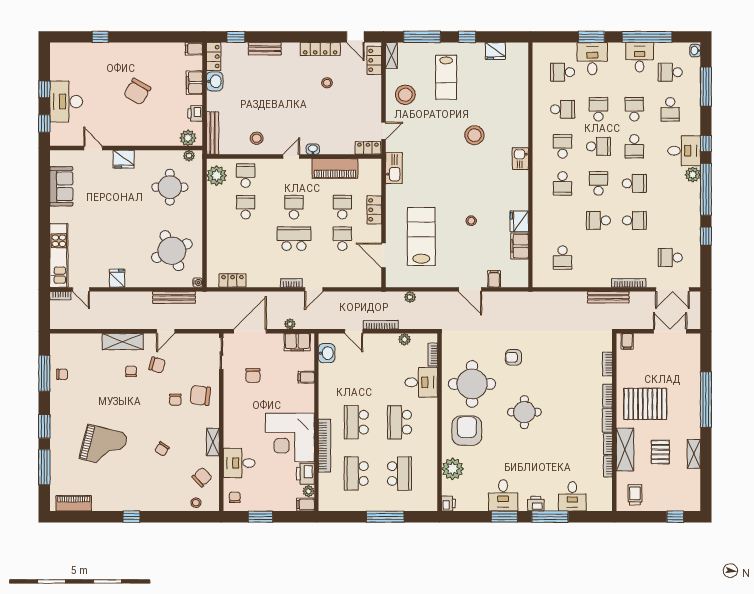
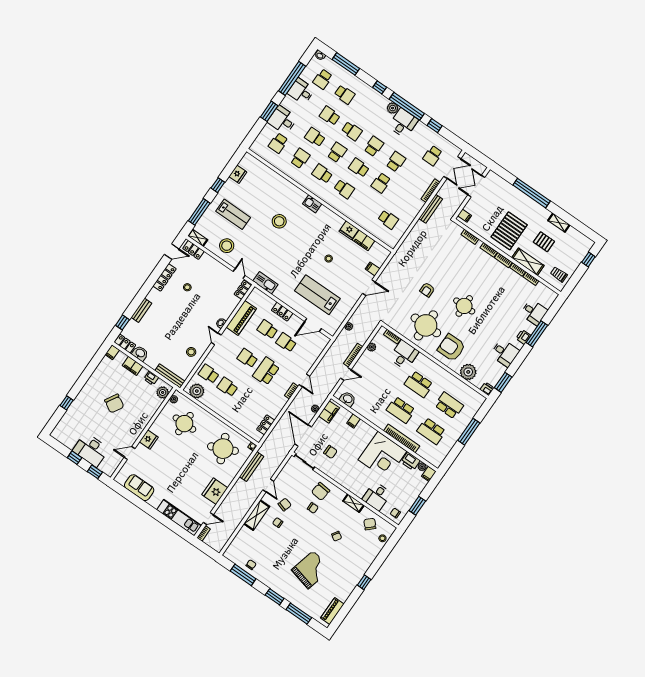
desk: (684, 151) -> (403, 123), moved
fridge: (117, 278) -> (215, 491), width x1.88, depth x1.34
window: (504, 517) -> (503, 382), moved

